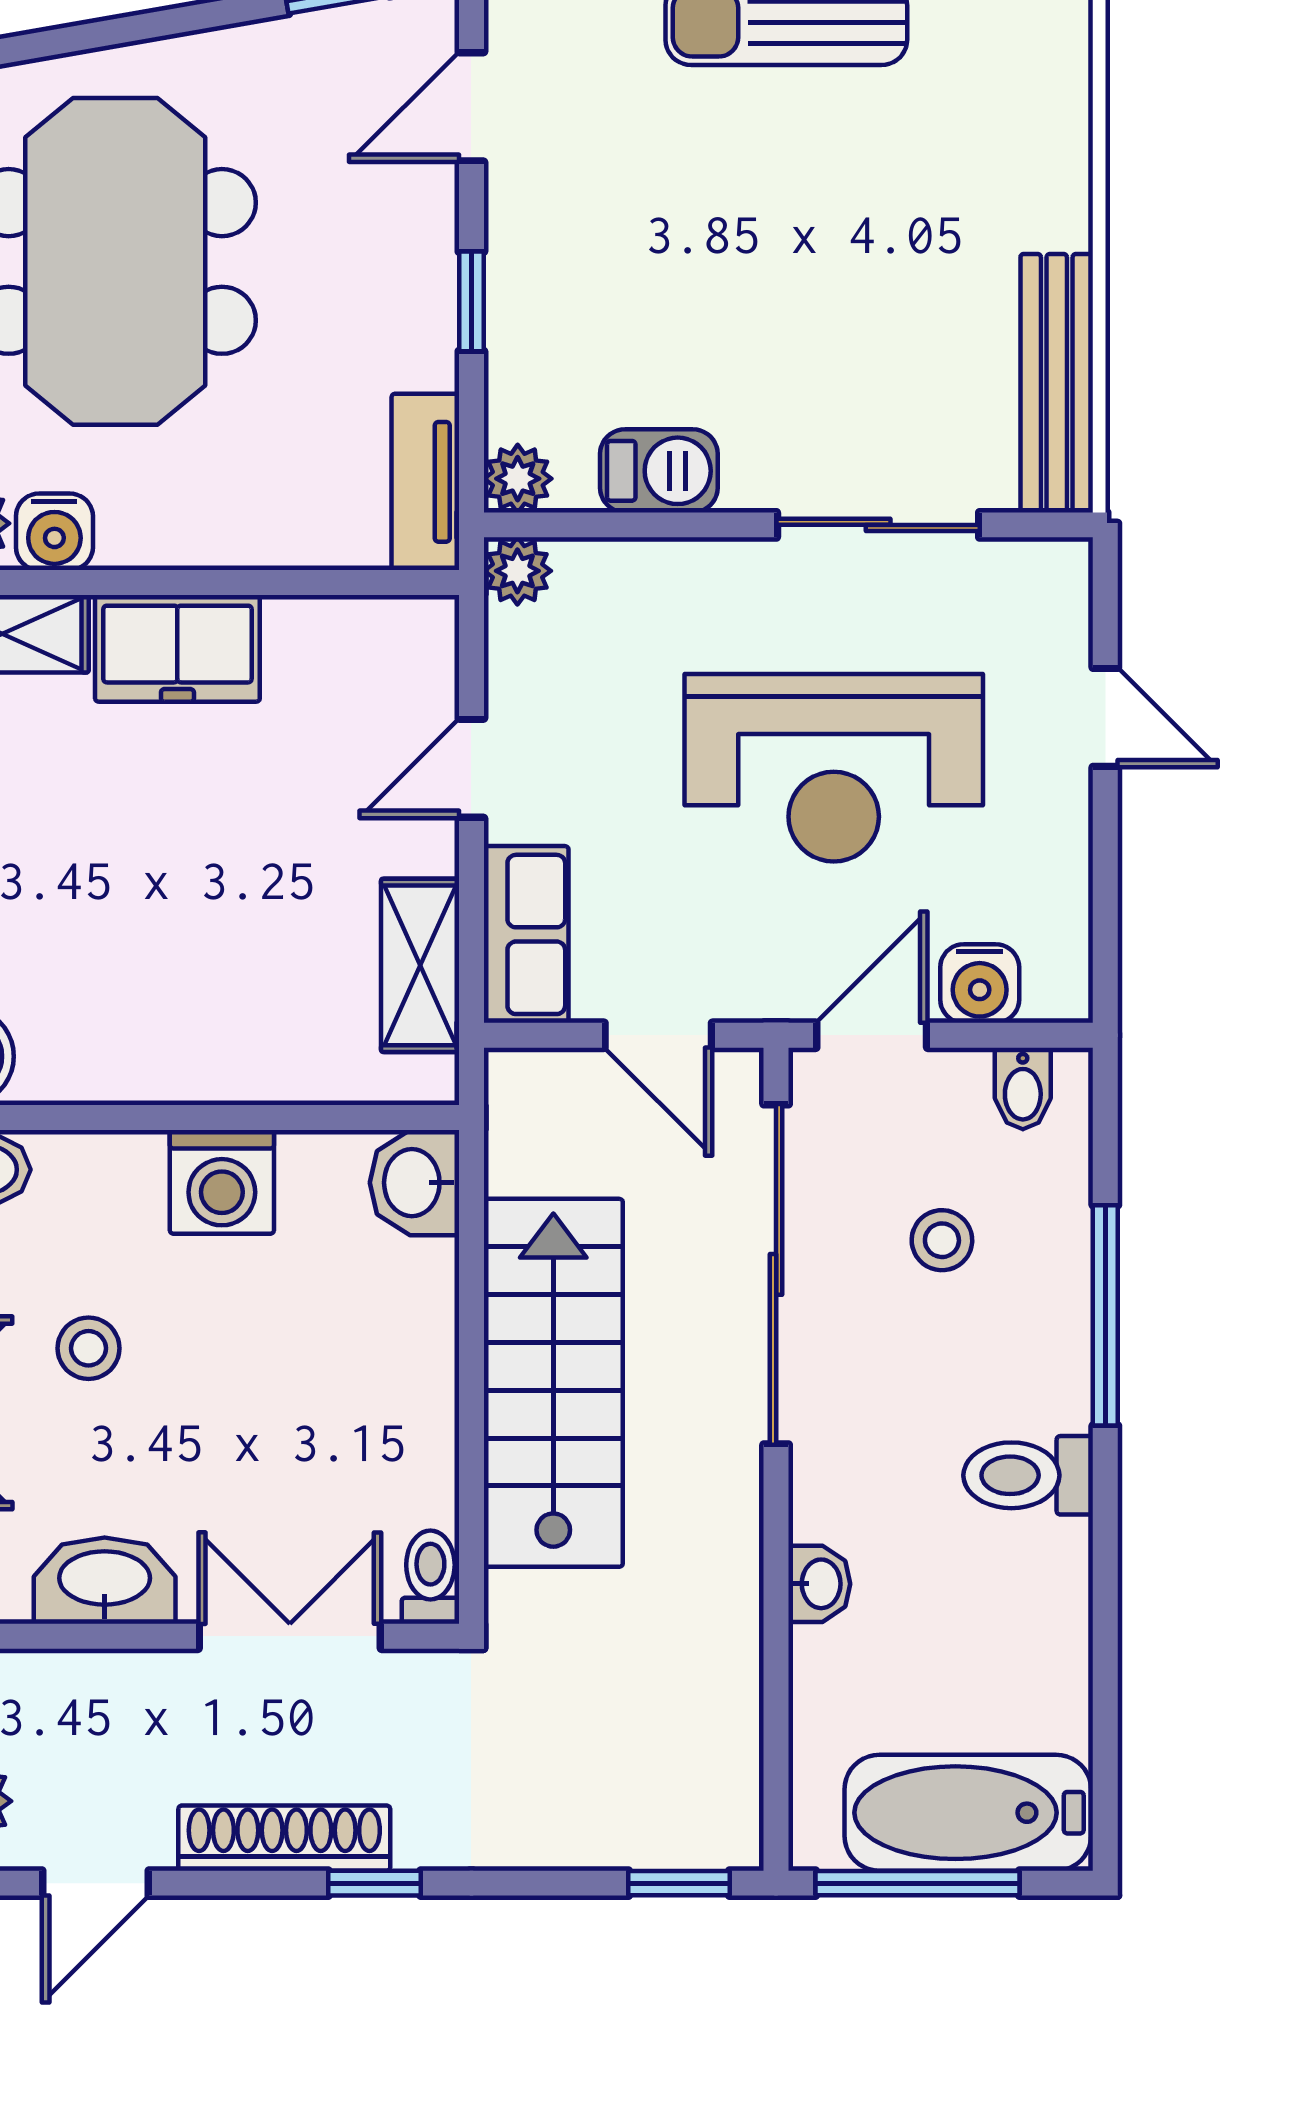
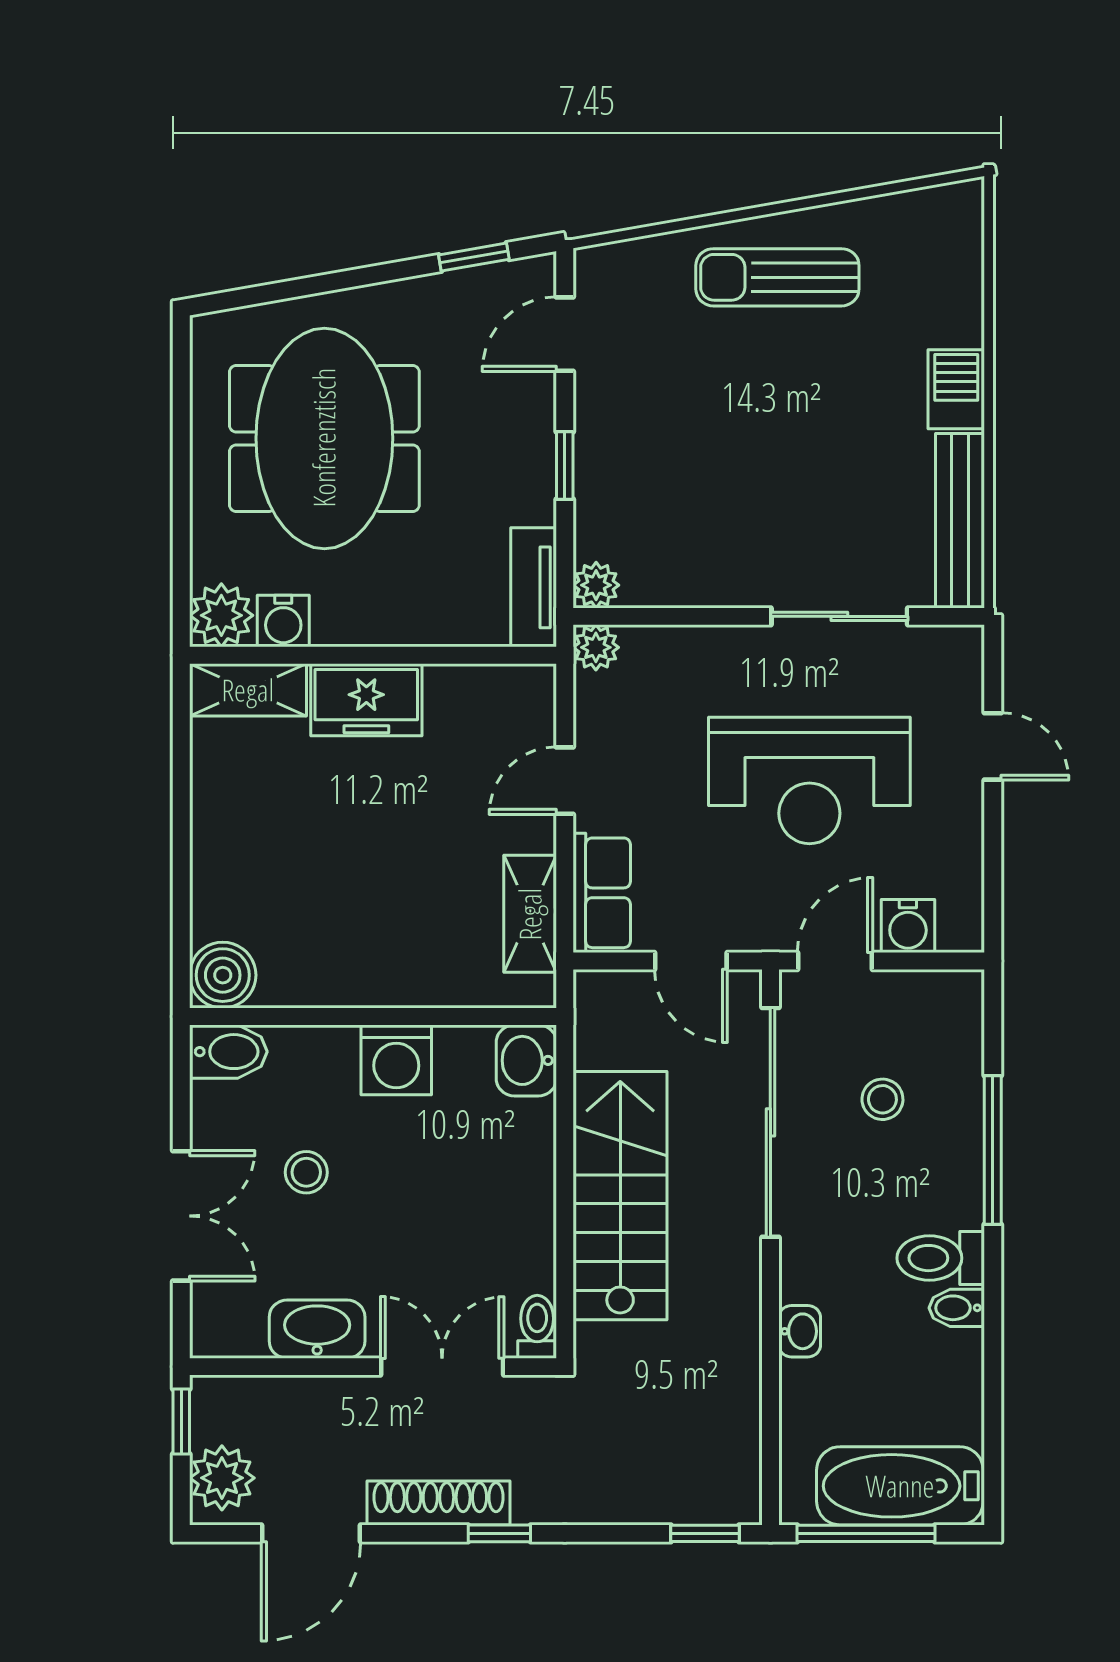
barbecue: (659, 471) -> (956, 389), moved, turned -90
bidet: (1023, 1088) -> (957, 1308), moved, turned 90
door: (95, 1883) -> (311, 1533), width x1.38

